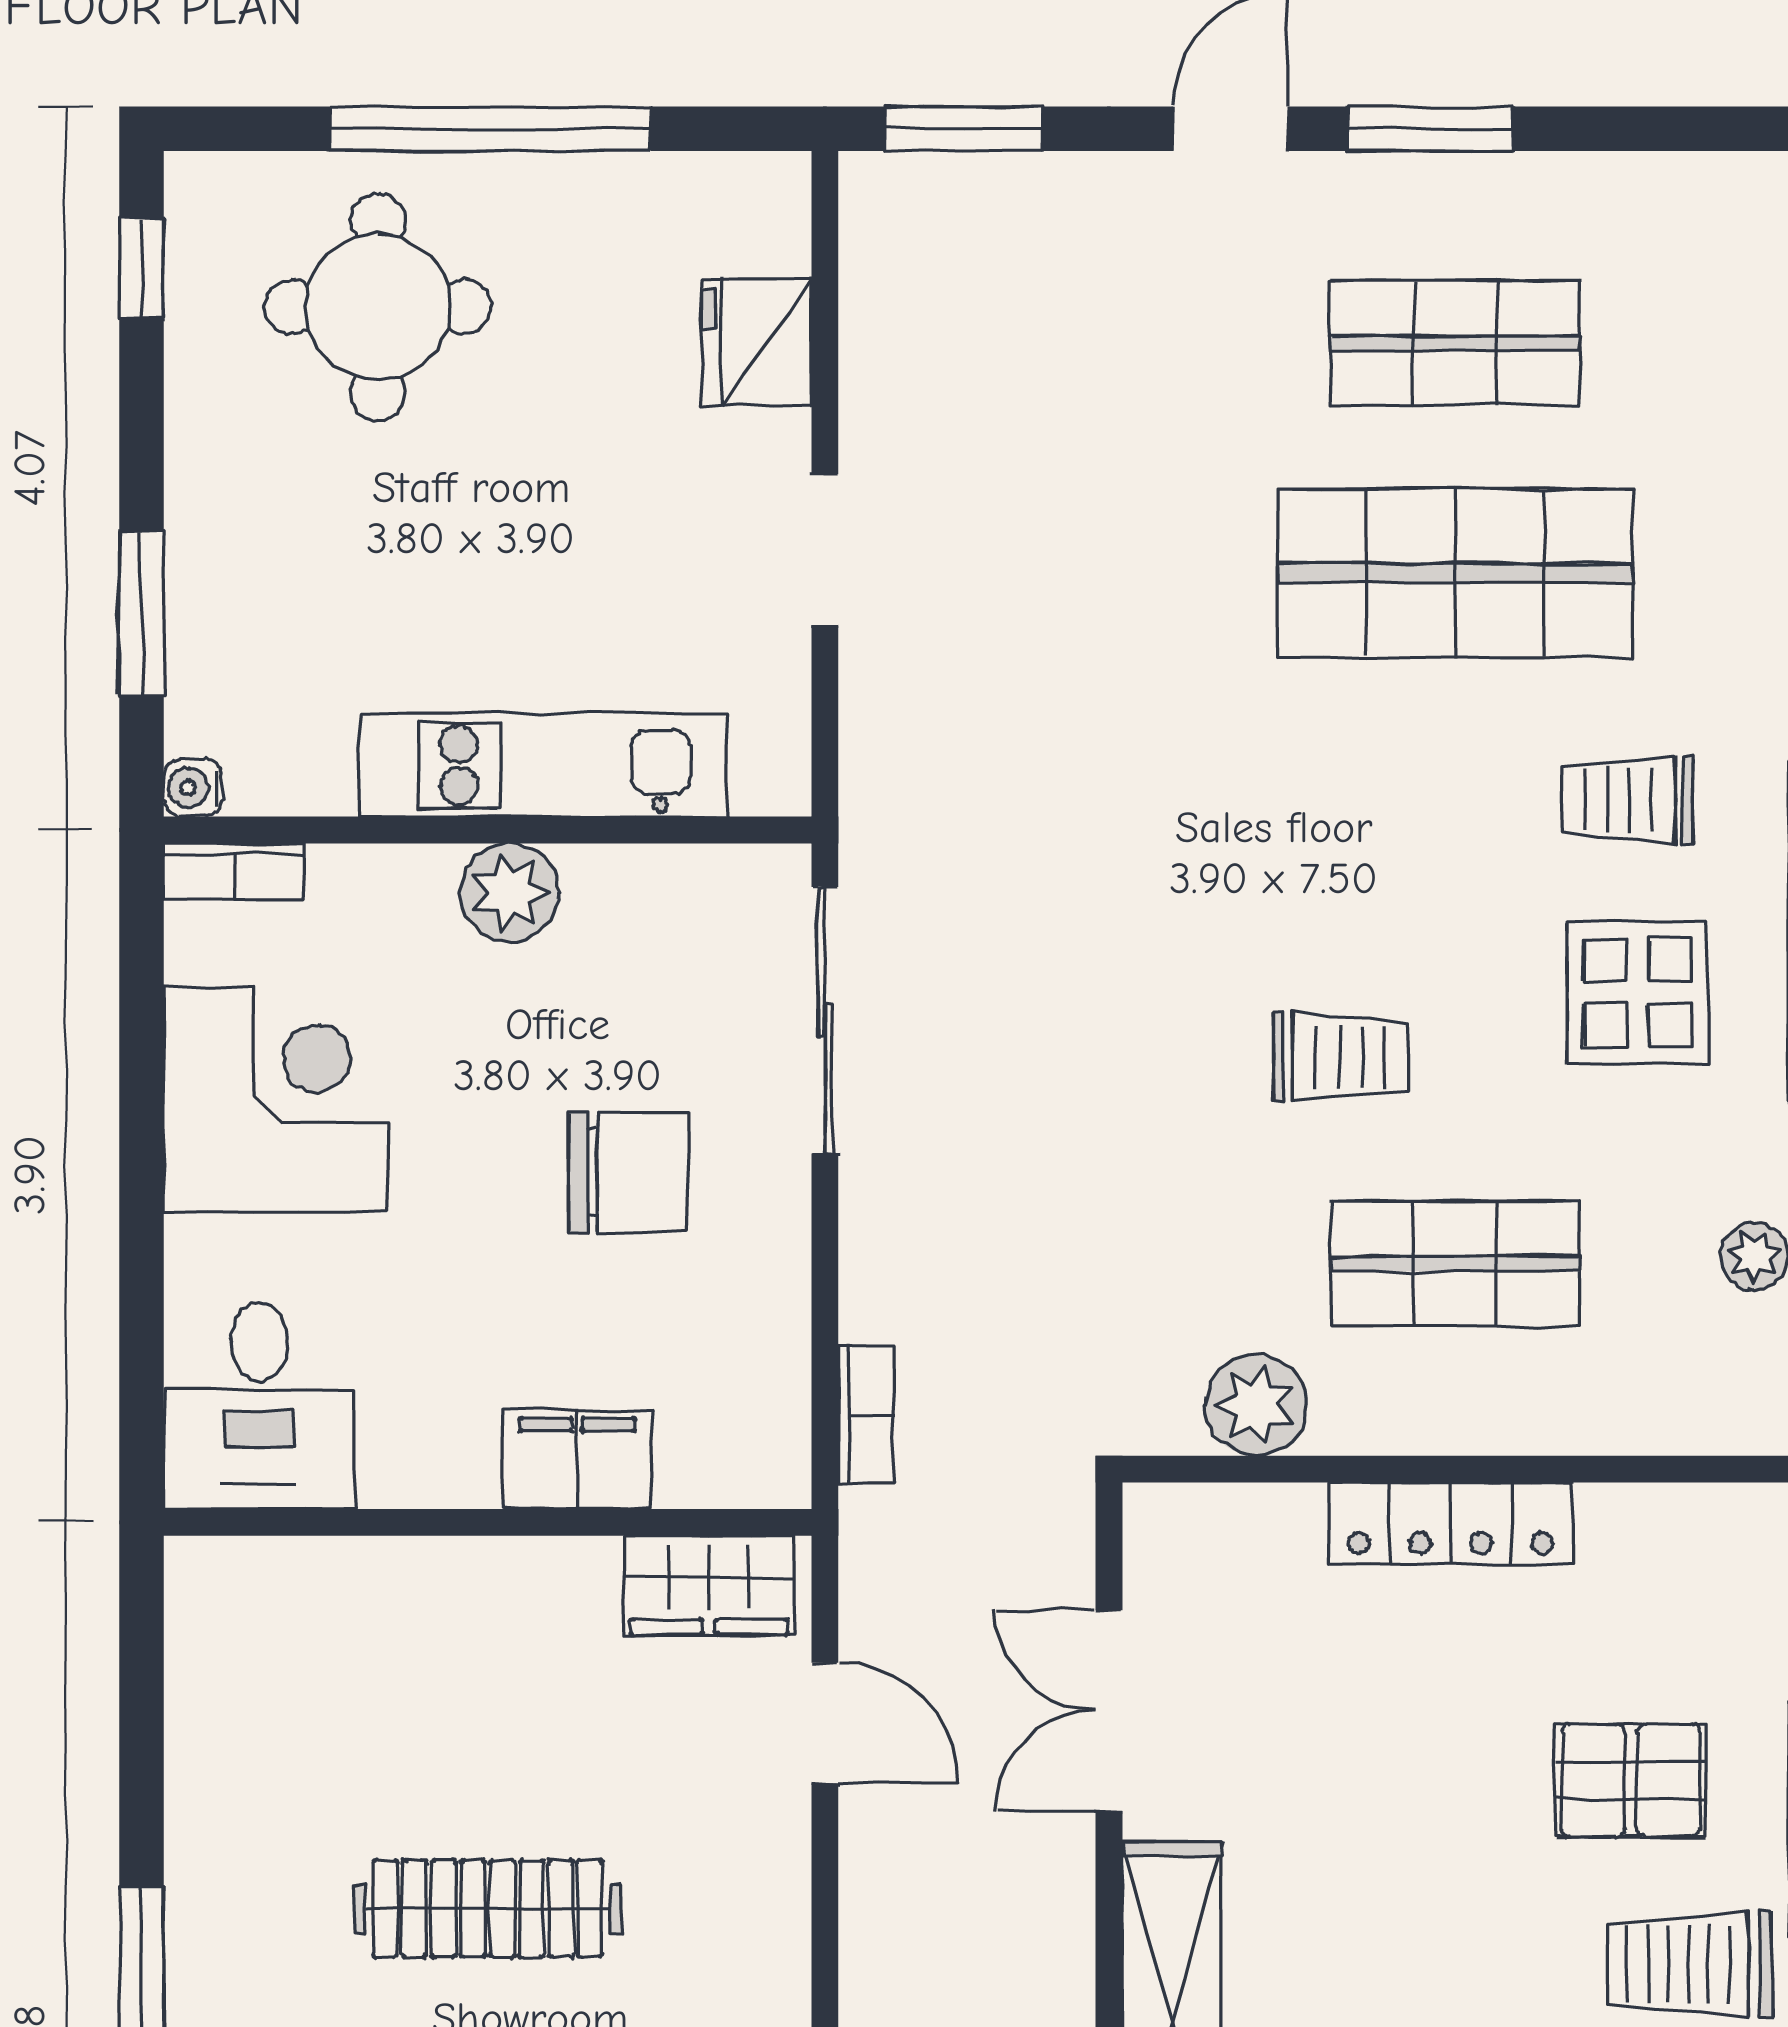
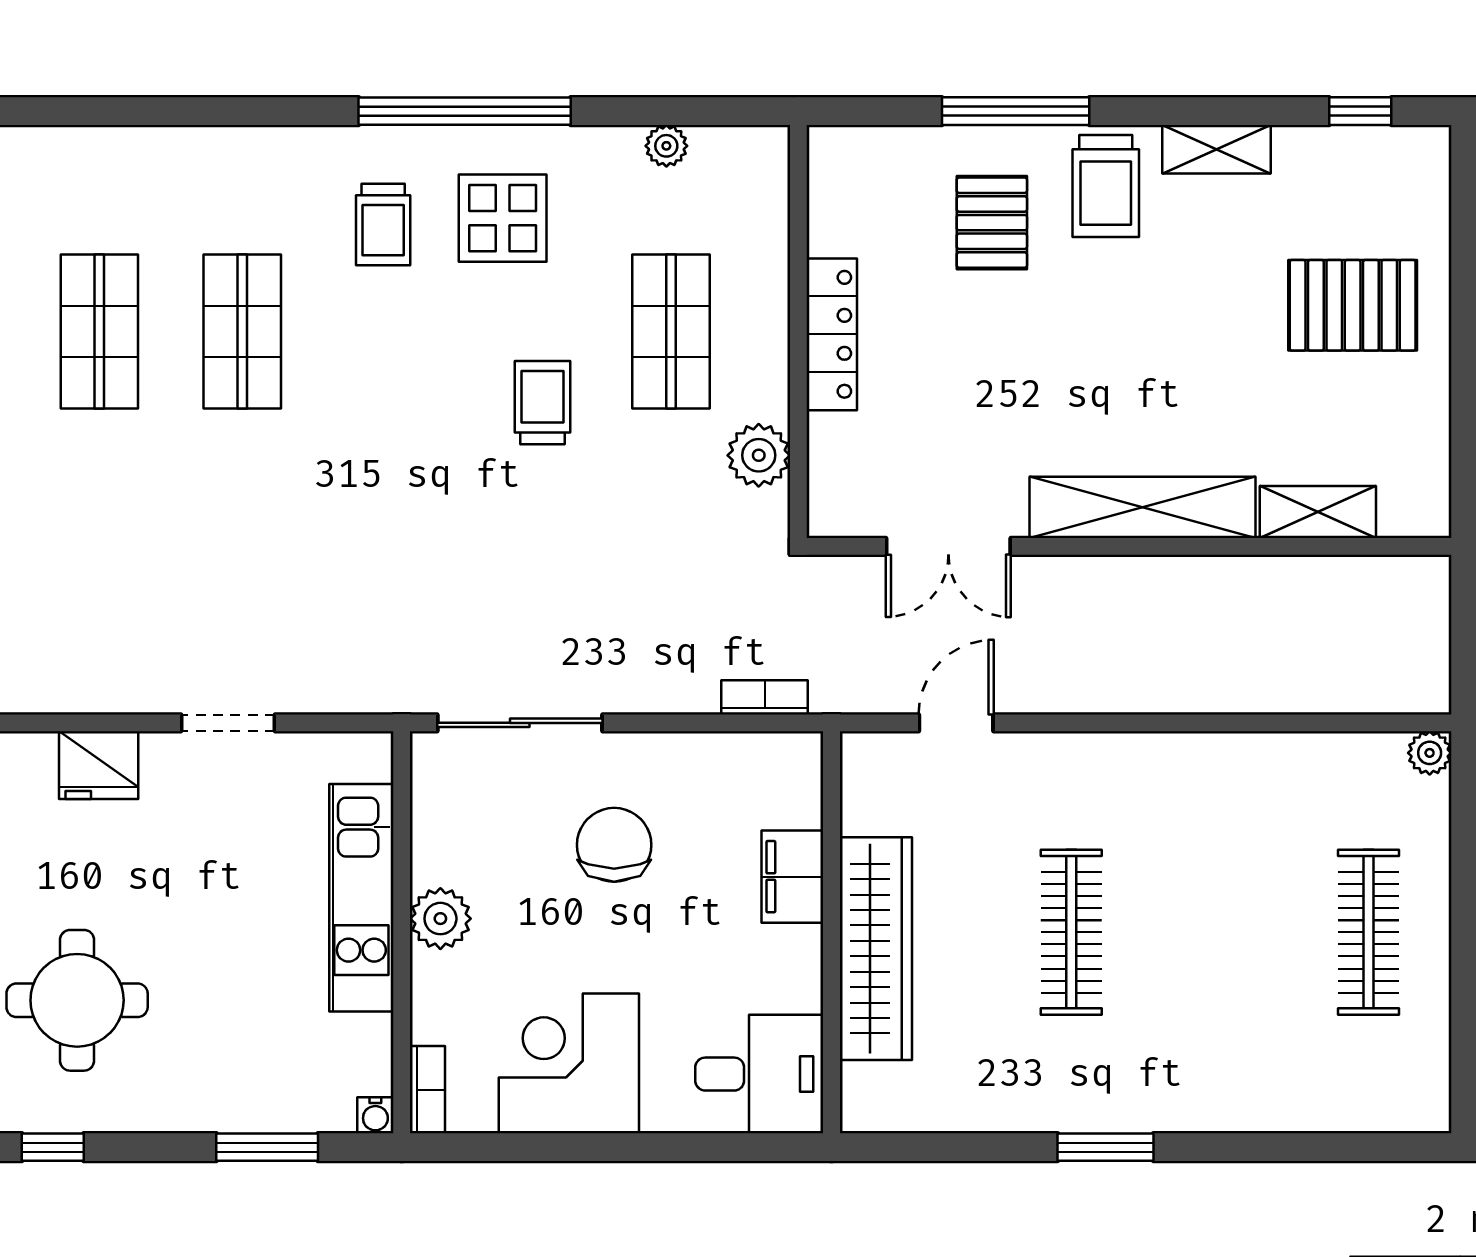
shop shelf: (1455, 573) -> (242, 332), width x0.70, depth x0.74
wardrobe: (709, 1585) -> (876, 949), moved, width x2.10, depth x1.17

